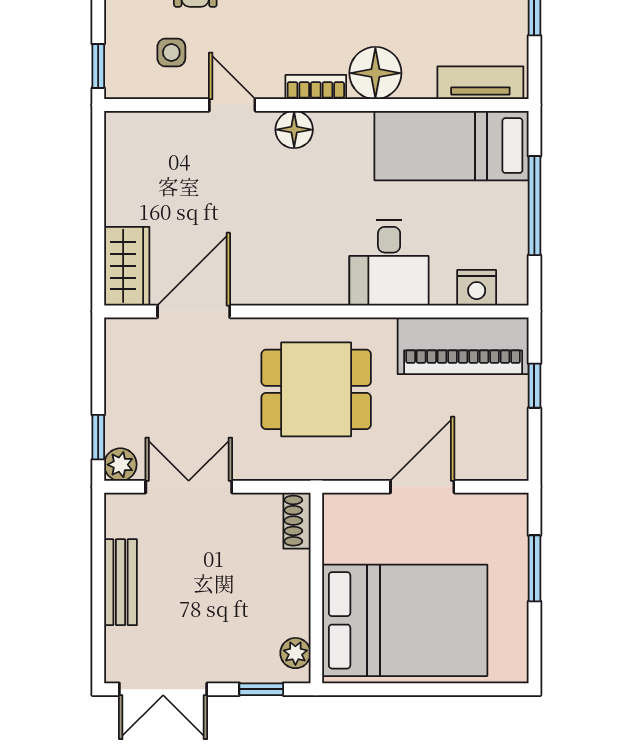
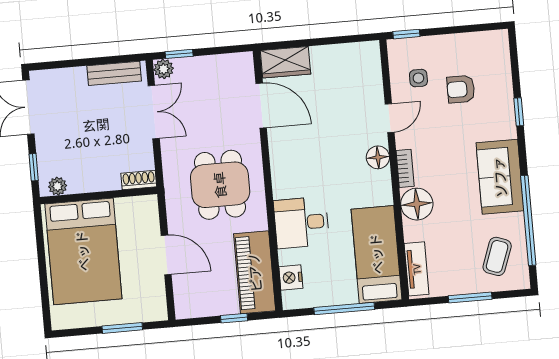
bench: (120, 582) -> (114, 73), moved

